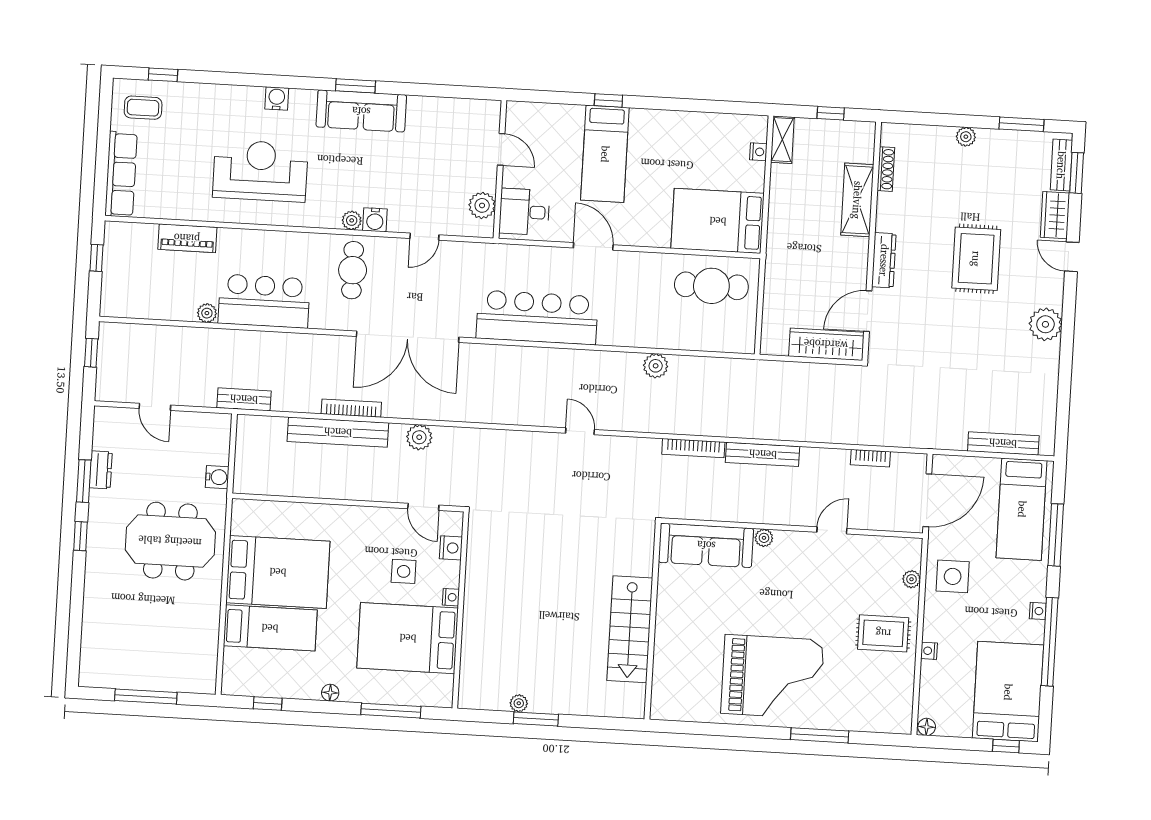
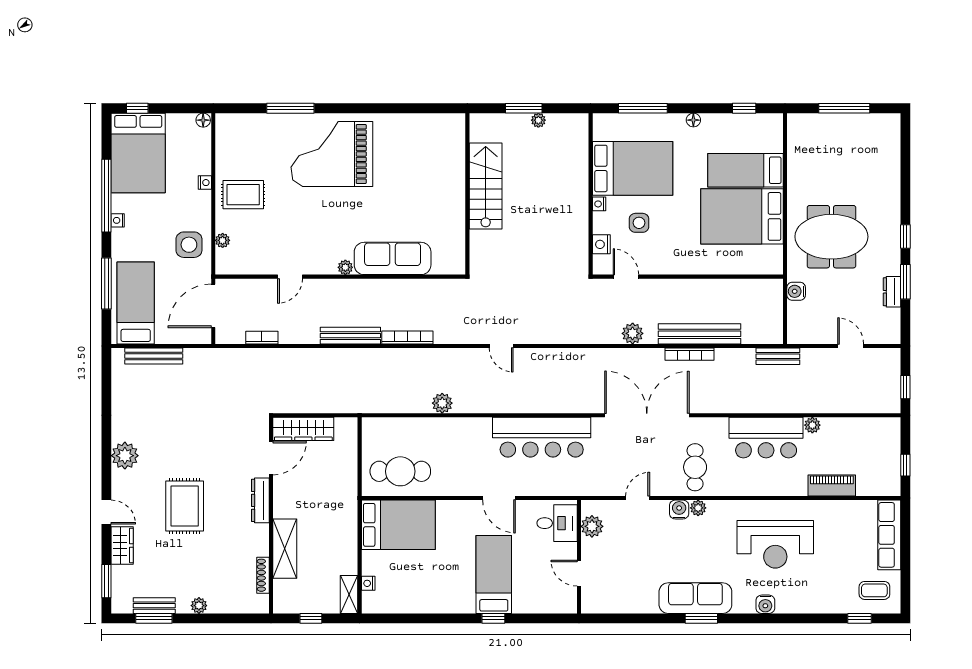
bench: (1061, 165) -> (154, 606), moved, turned 90
wall: (653, 621) -> (467, 194), moved
stairs: (630, 629) -> (486, 186), moved

